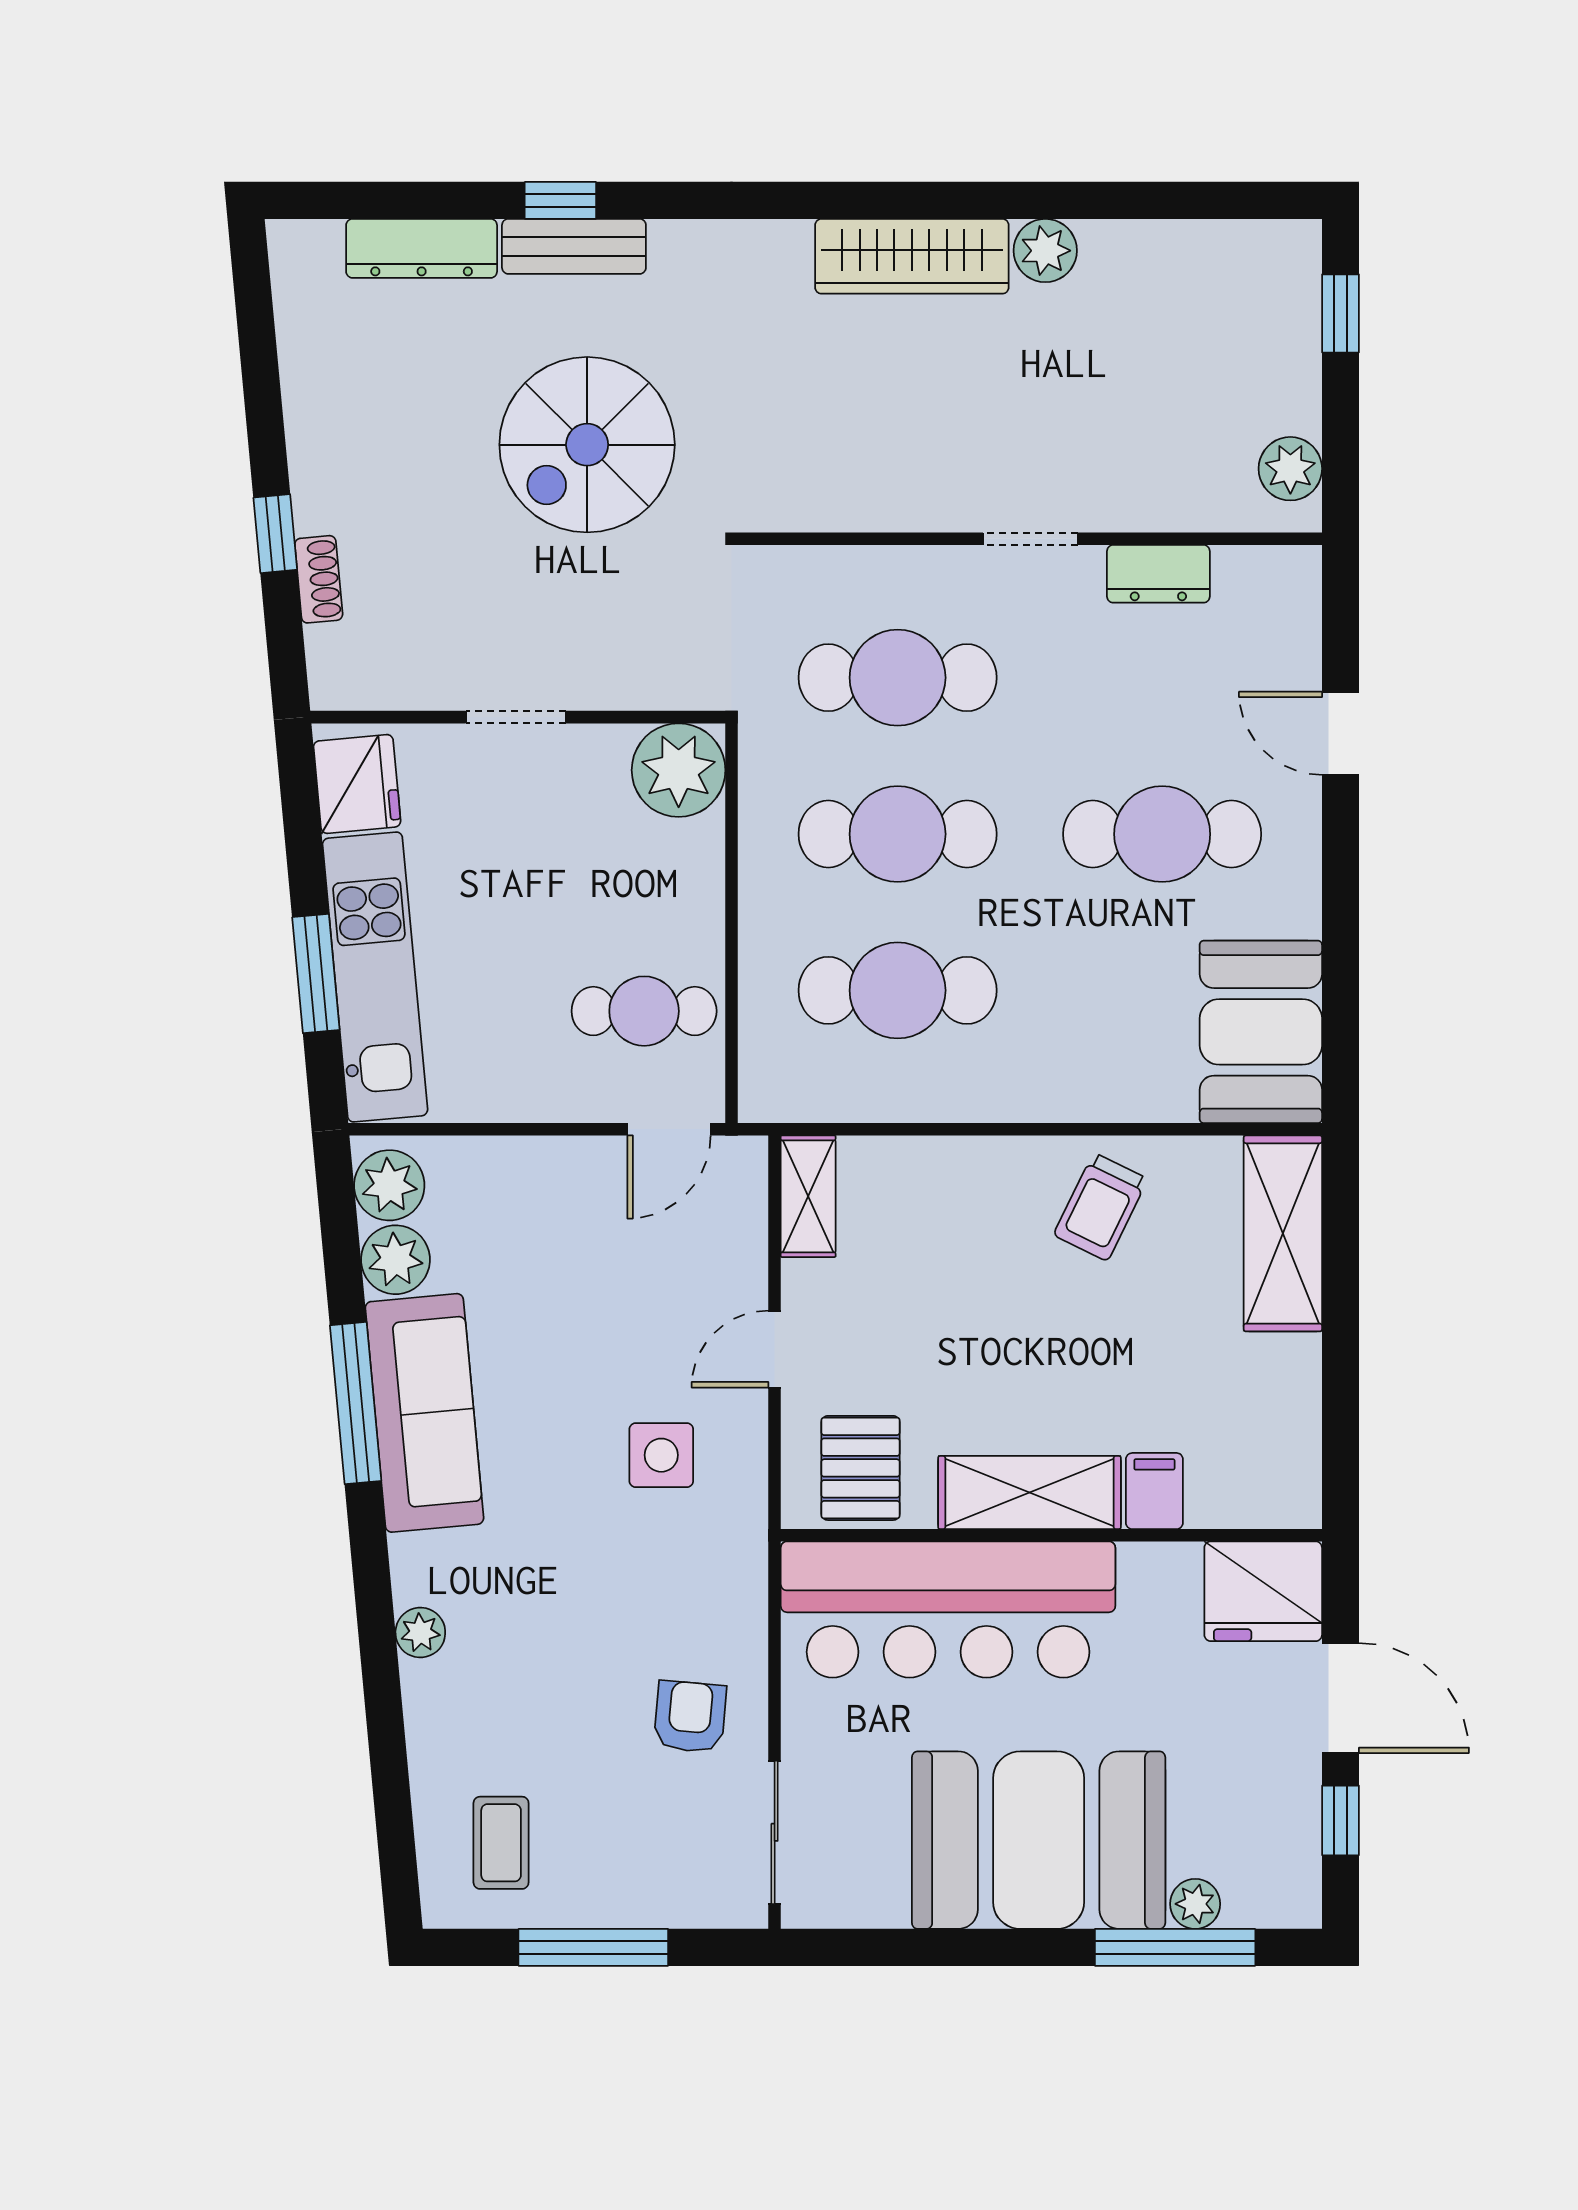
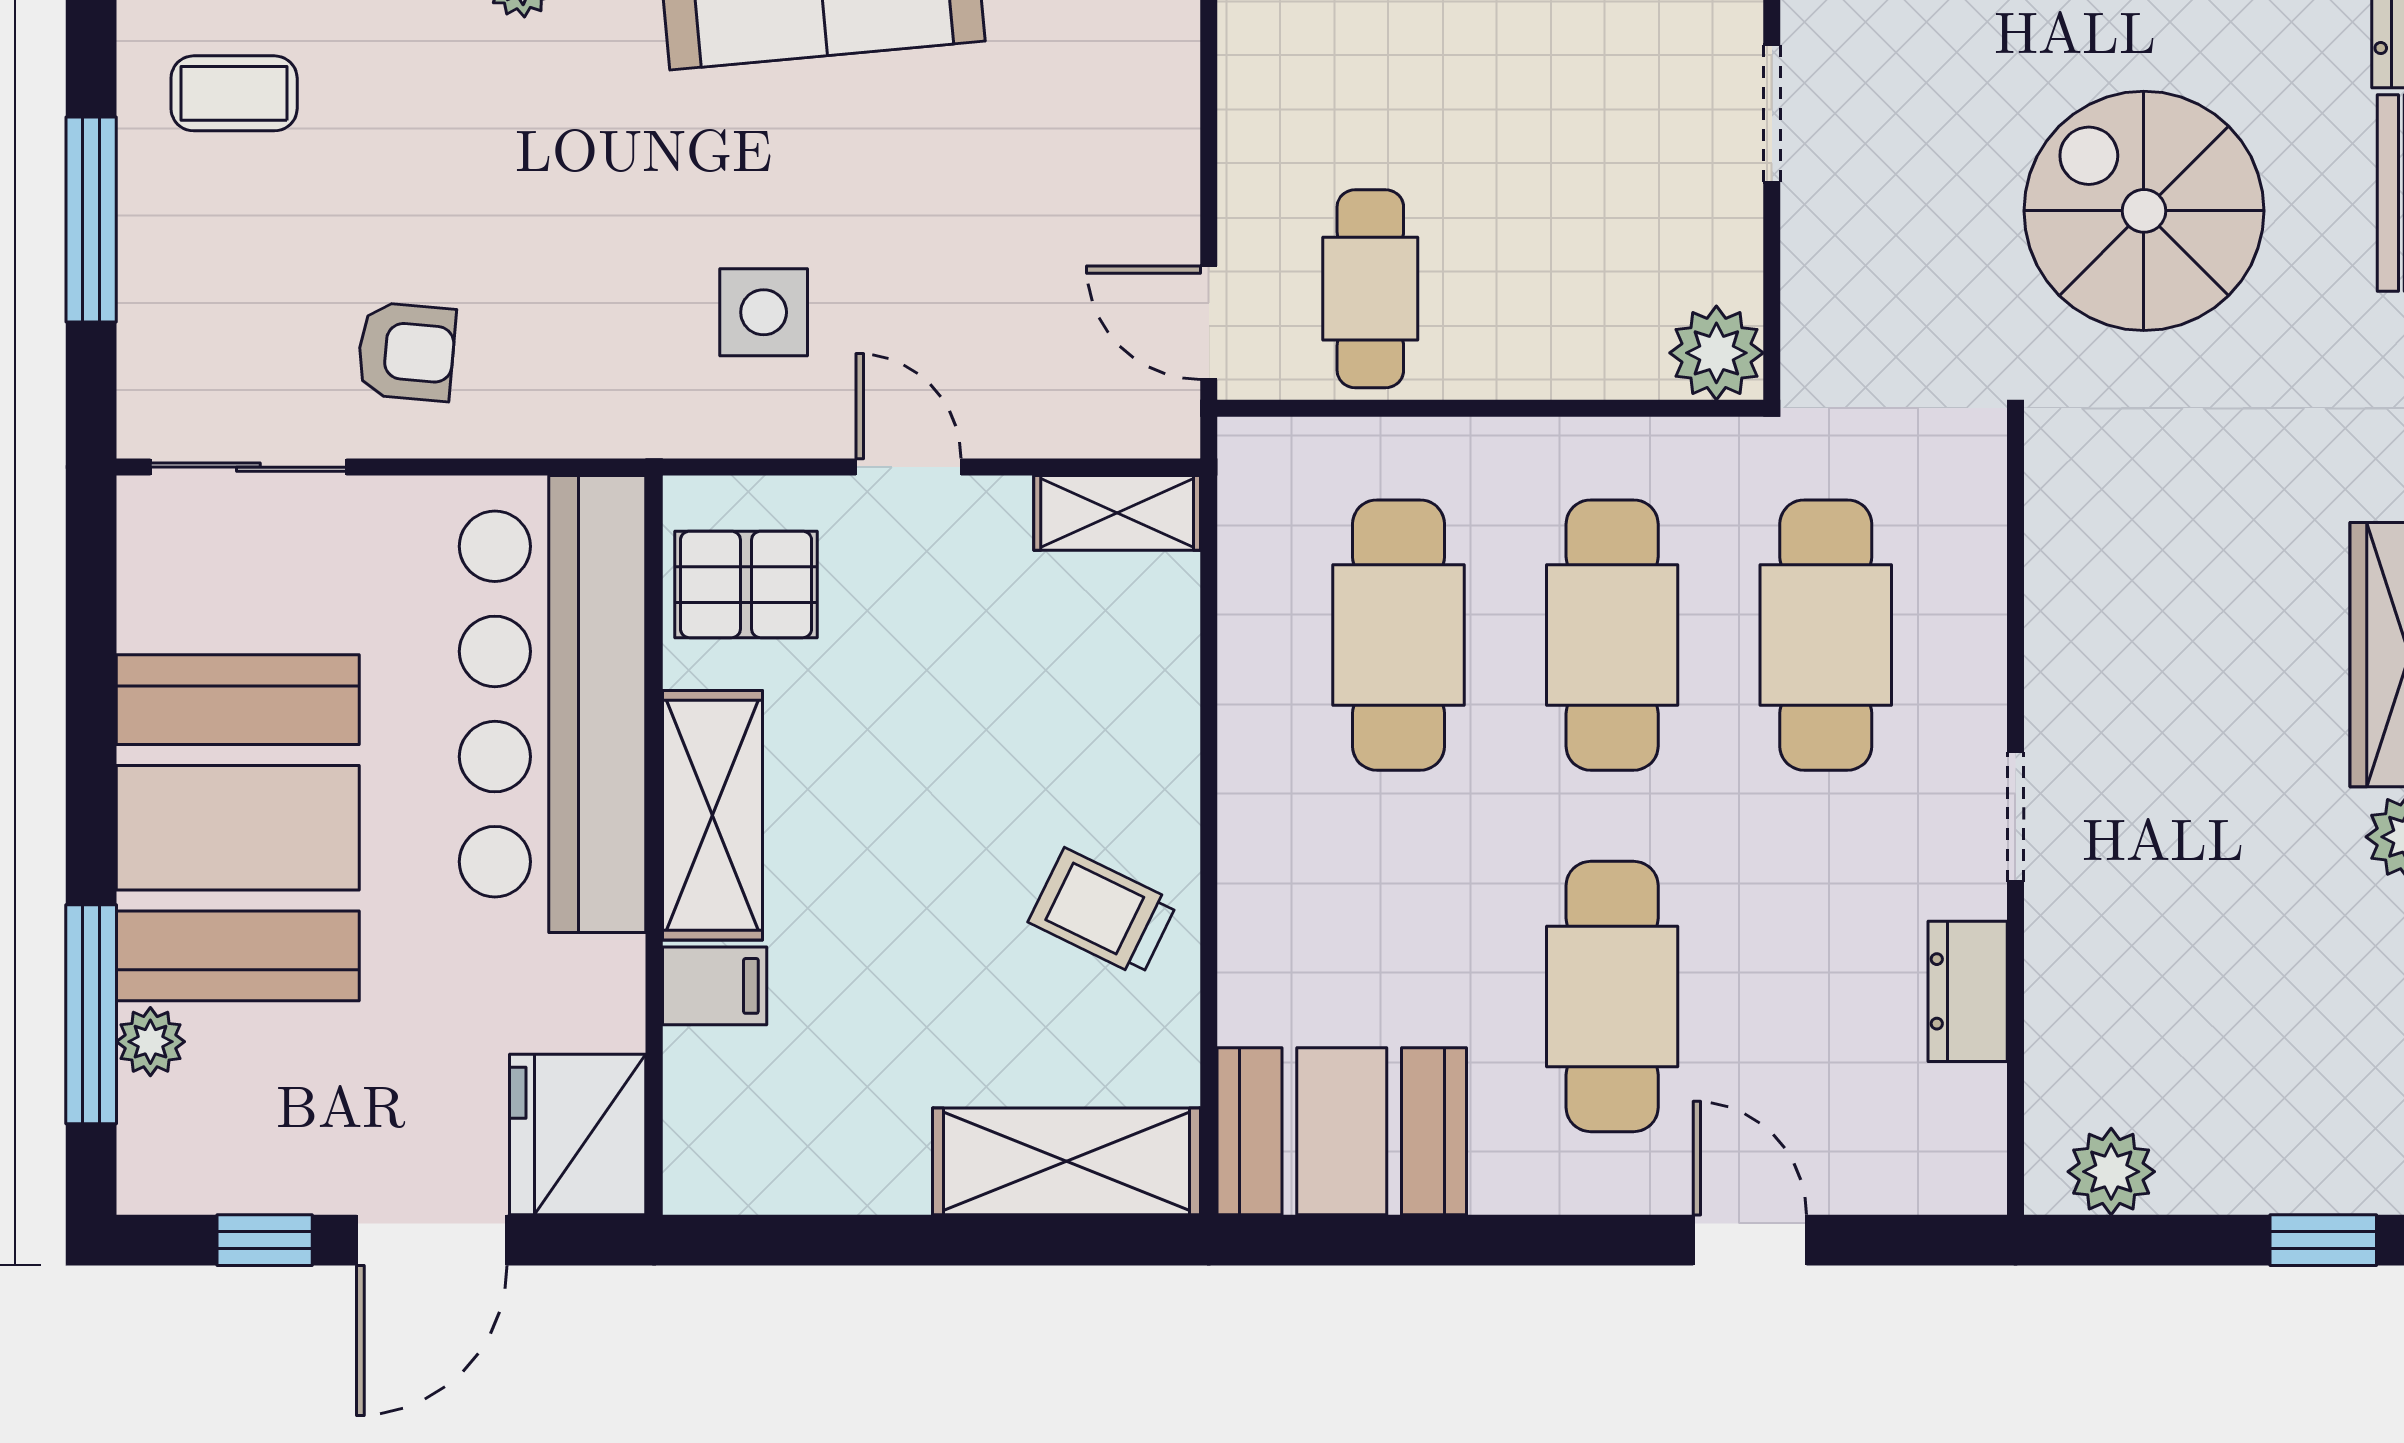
door: (1341, 733) -> (1750, 1240), hinge flipped
plant: (679, 770) -> (1716, 353), width x0.73, depth x0.73

